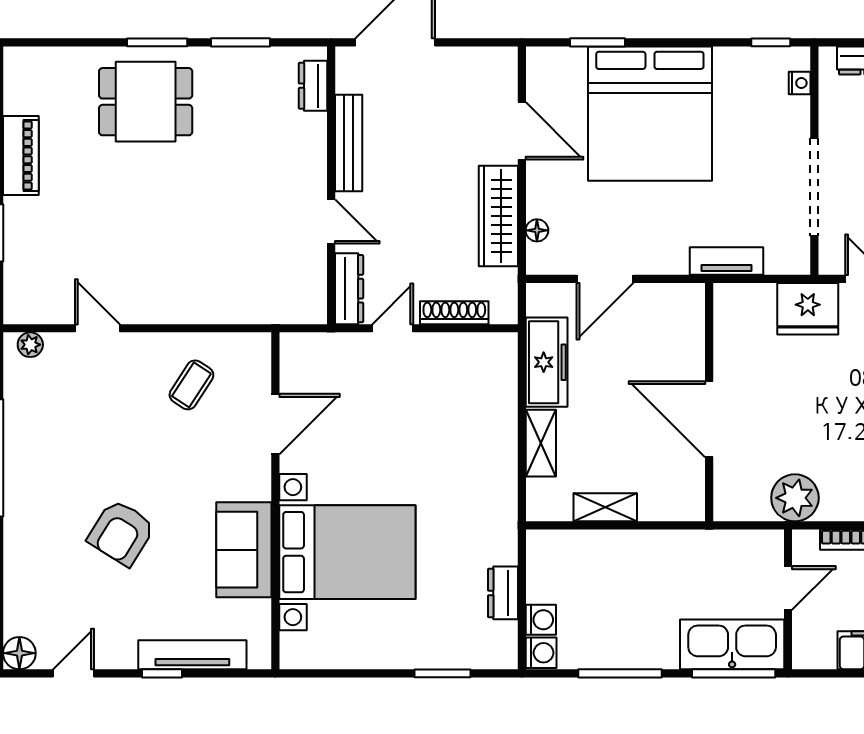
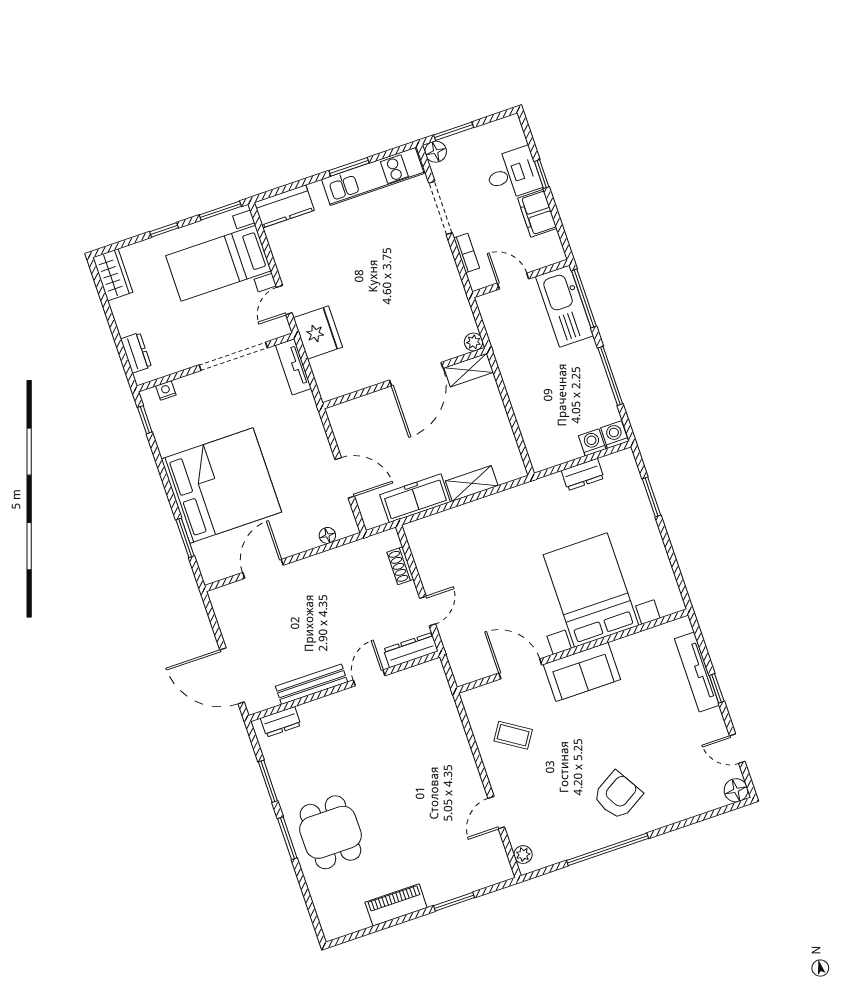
wardrobe: (498, 216) -> (327, 565), removed
tv unit: (726, 261) -> (293, 367), moved
shoe rack: (454, 313) -> (400, 566), width x0.70
door: (393, 328) -> (428, 611), swing flipped
plant: (795, 498) -> (474, 342), moved, width x0.53, depth x0.53
shelving: (605, 507) -> (469, 370), moved, turned 90
armchair: (121, 533) -> (618, 795), moved, turned -63
sofa: (244, 550) -> (582, 672), moved

